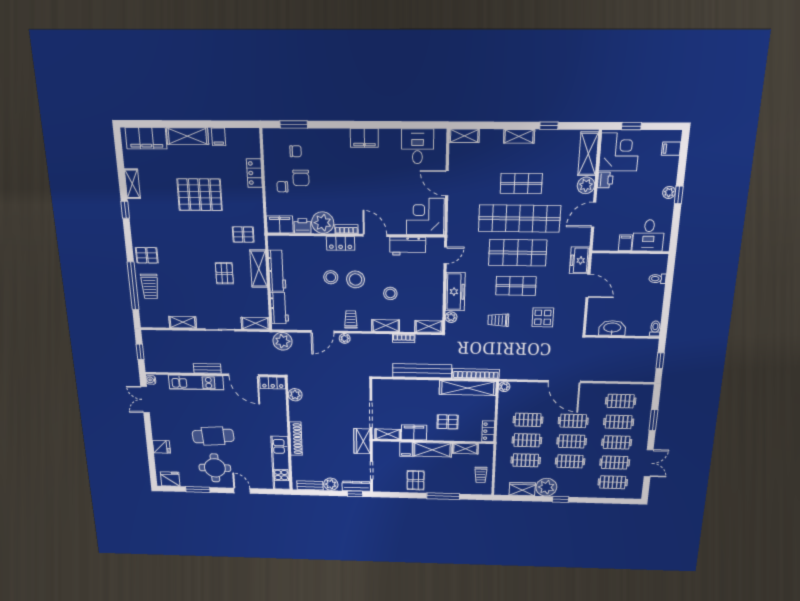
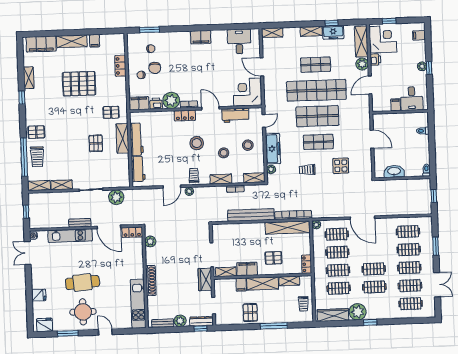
freezer: (579, 260) -> (333, 32), moved, turned -90
stool: (331, 277) -> (248, 145), moved
shelving: (255, 323) -> (39, 186), moved
plant: (283, 341) -> (116, 197), moved
clothes rail: (573, 421) -> (337, 234), moved
wardrobe: (522, 489) -> (333, 315), width x1.50

